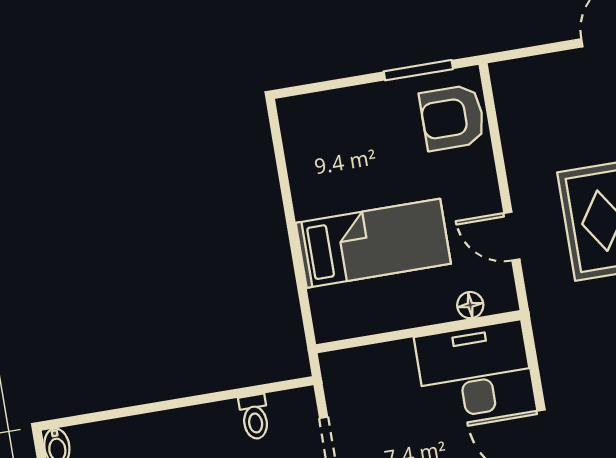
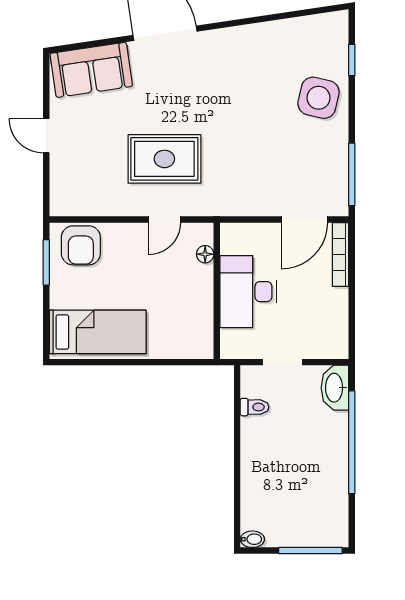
bed: (373, 243) -> (98, 332), moved, turned 90
desk: (474, 370) -> (248, 292), moved

